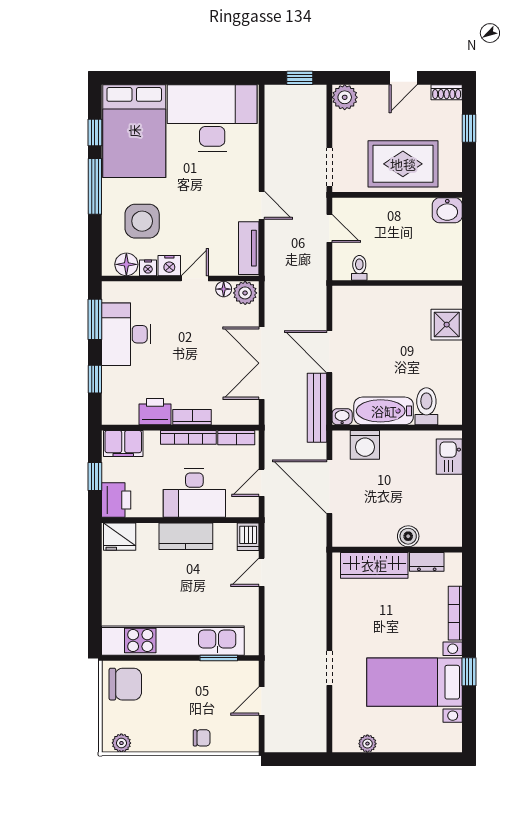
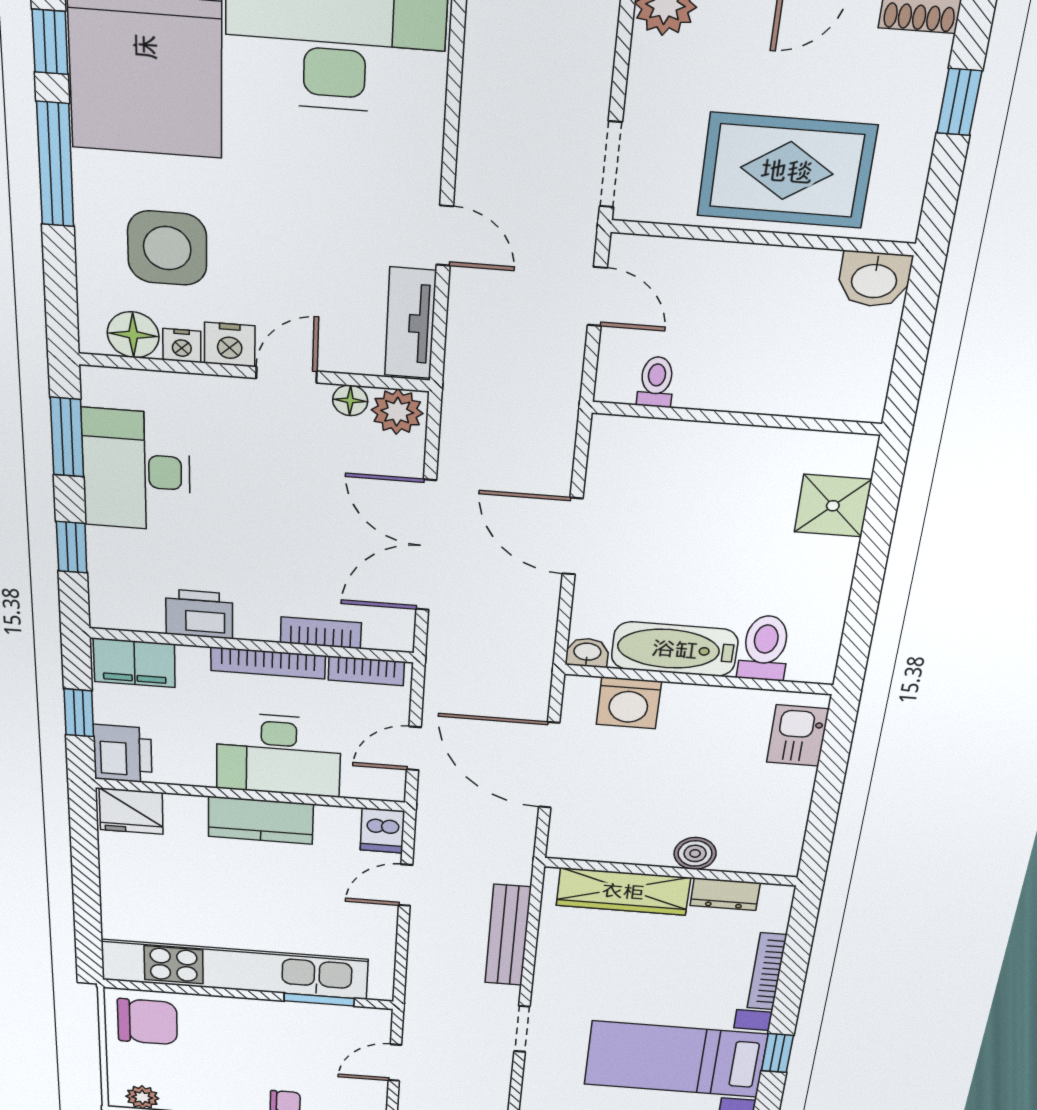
bench: (317, 408) -> (508, 935), moved
bookcase: (192, 417) -> (321, 633), moved

